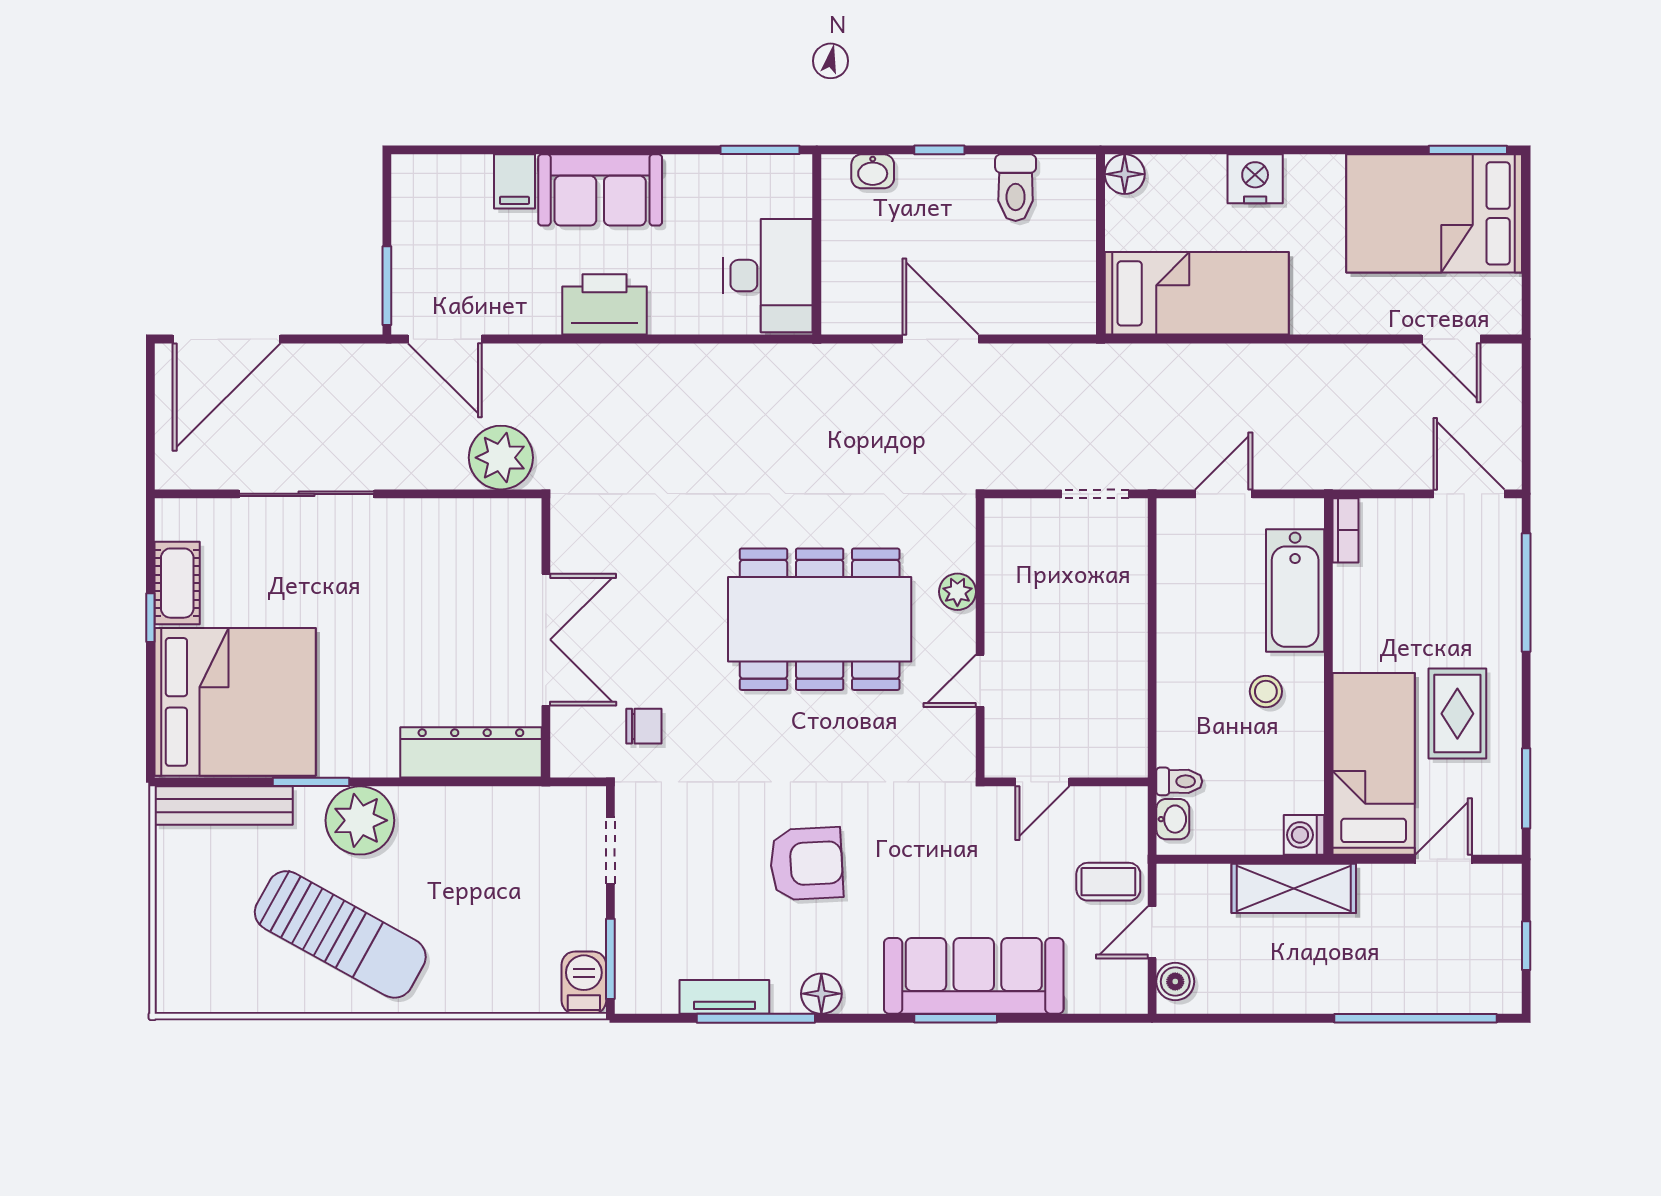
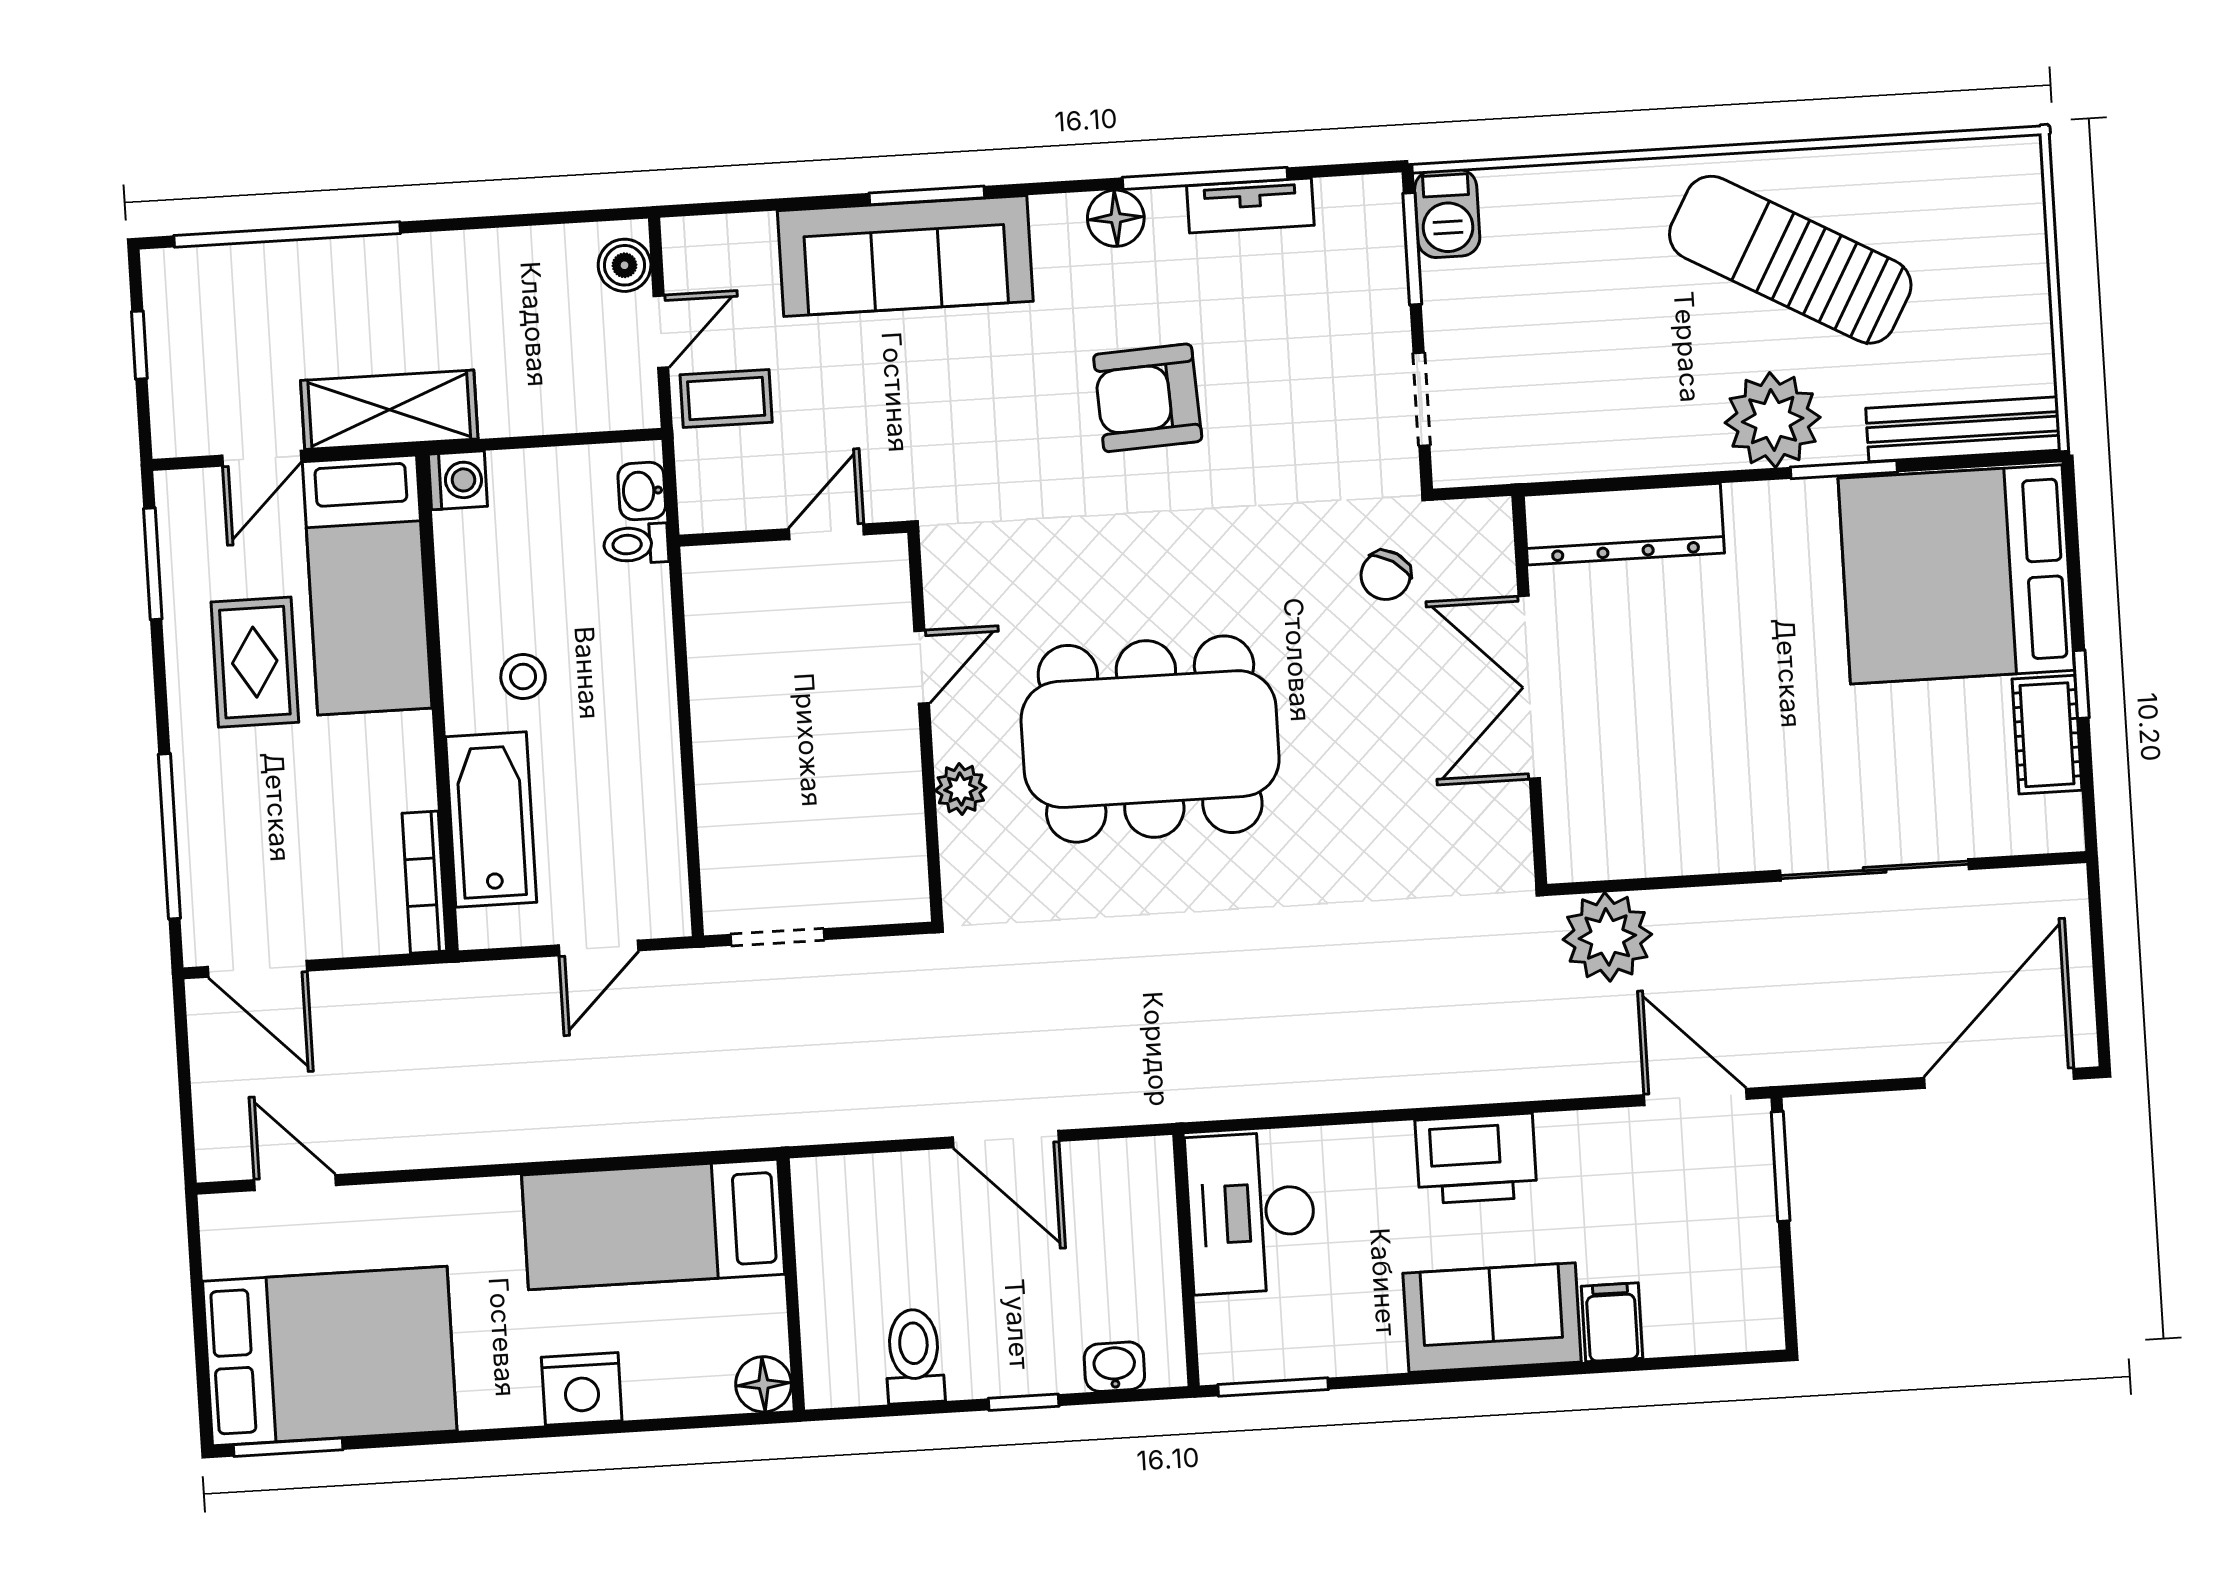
bookcase: (1346, 530) -> (424, 882), width x1.56
chair: (644, 726) -> (1386, 575), turned -58
shelving: (1294, 888) -> (389, 410), moved

